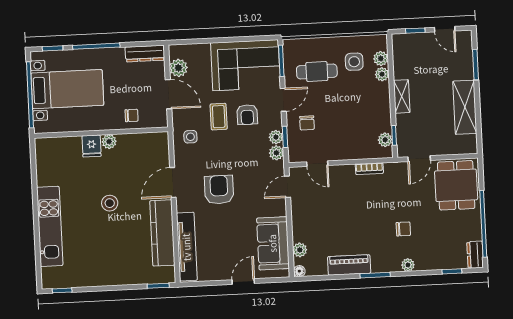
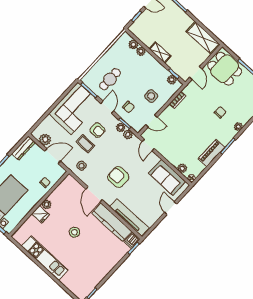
side table: (354, 62) -> (151, 96), moved
shelving: (465, 107) -> (203, 38), moved
kitchen unit: (50, 226) -> (45, 258), moved
dishwasher: (165, 275) -> (132, 240), added

